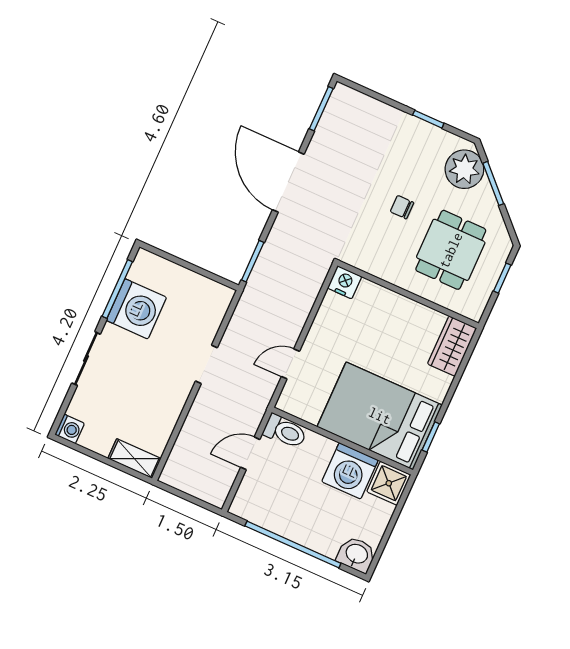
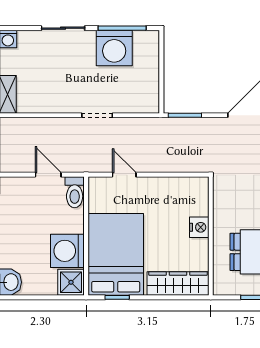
nightstand: (345, 282) -> (199, 227), moved
wardrobe: (452, 346) -> (178, 283), width x1.50

